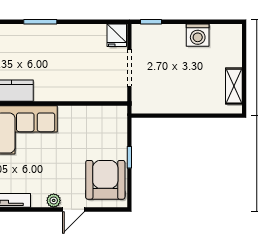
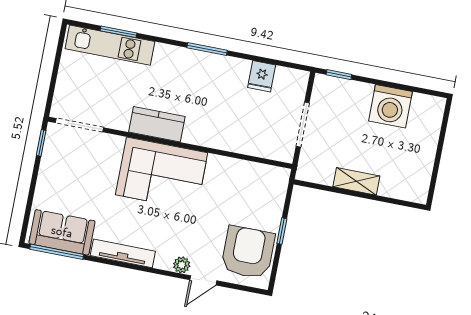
fridge: (117, 35) -> (262, 76), moved
washing machine: (198, 35) -> (391, 106), width x1.37, depth x1.37
shelving: (234, 86) -> (356, 181), moved, turned 90

